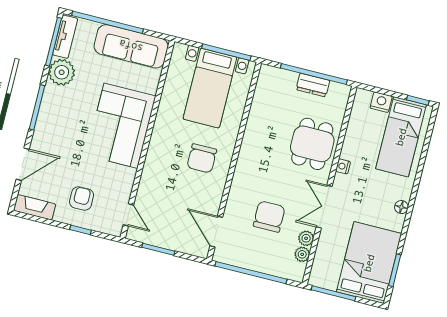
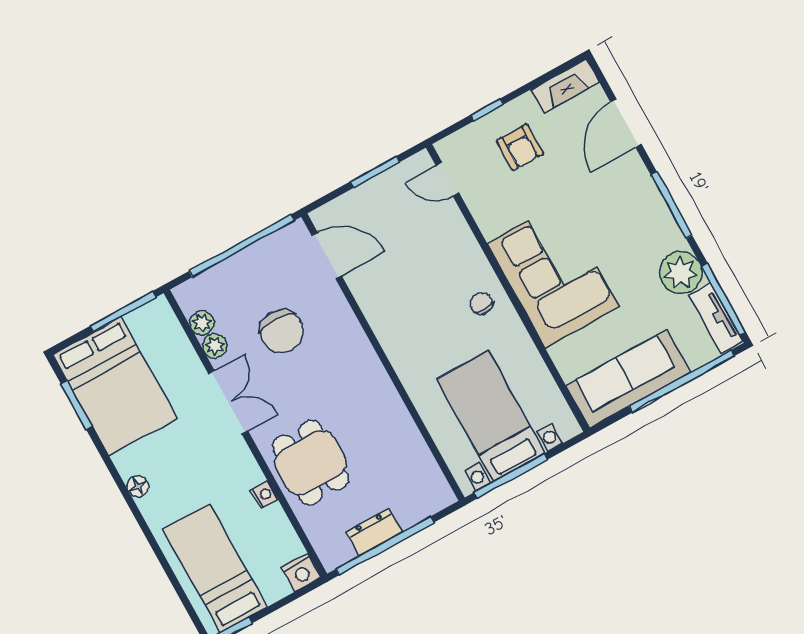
nightstand: (381, 102) -> (301, 572), moved
chair: (202, 158) -> (481, 303), moved, width x0.54, depth x0.54
nightstand: (343, 166) -> (264, 495), moved

